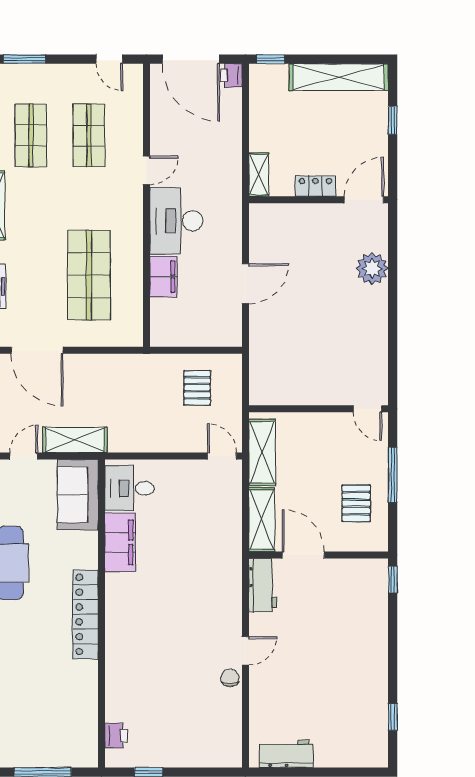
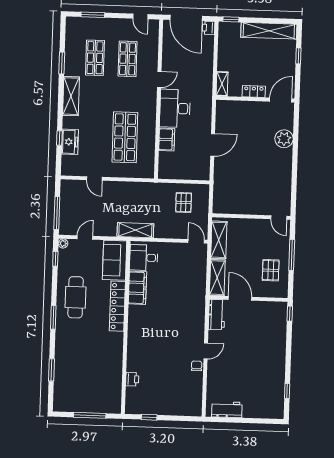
door: (37, 350) -> (94, 178), width x0.53
shelving: (75, 440) -> (135, 230), moved
locker: (86, 614) -> (117, 306), moved
printer: (116, 736) -> (132, 379), moved

